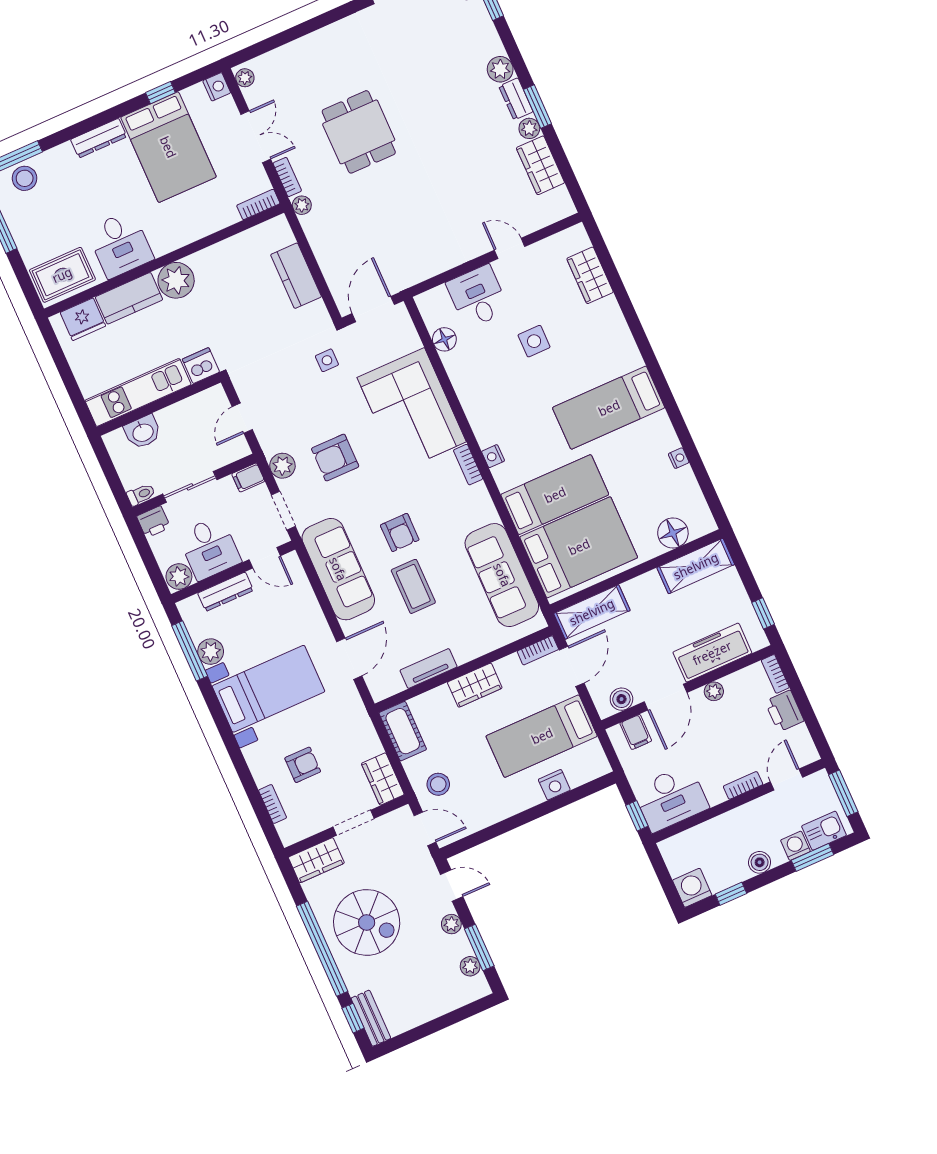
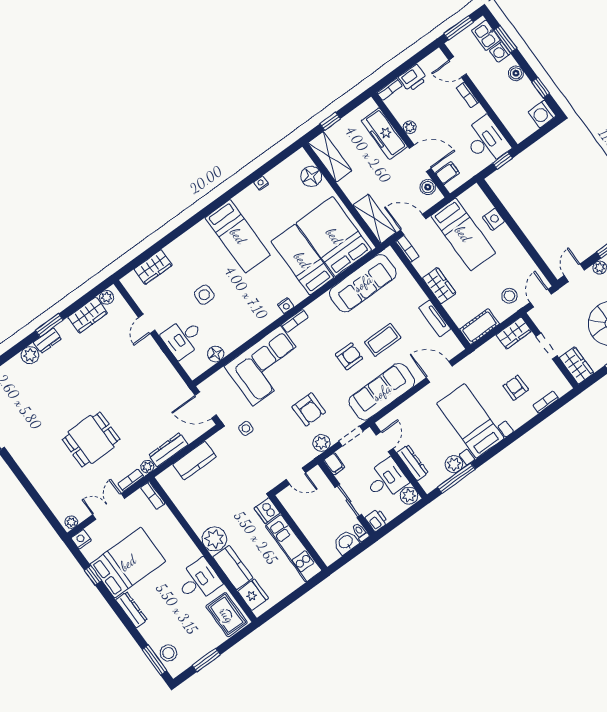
plant: (529, 128) -> (107, 297), moved
dresser: (320, 241) -> (168, 450), added
washbasin: (143, 432) -> (346, 542), moved, turned -90
window: (763, 613) -> (330, 121), moved

